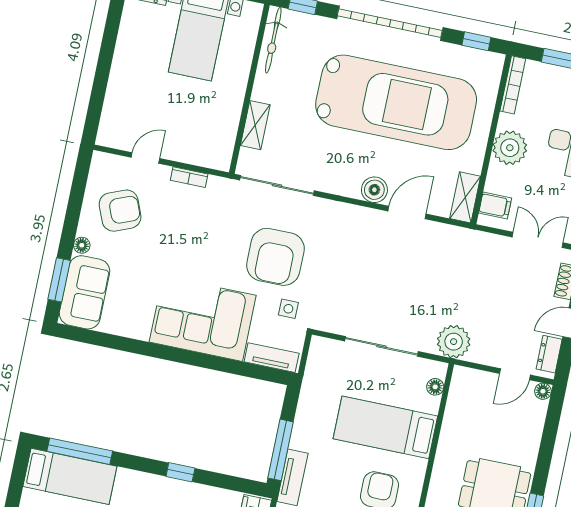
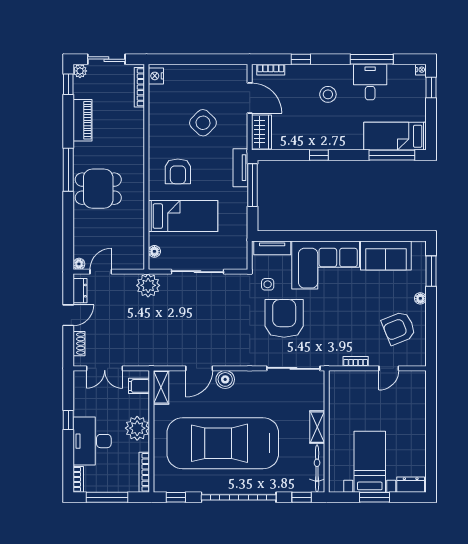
shelving: (255, 125) -> (317, 427), moved
sofa: (85, 292) -> (386, 255), moved, turned -90

